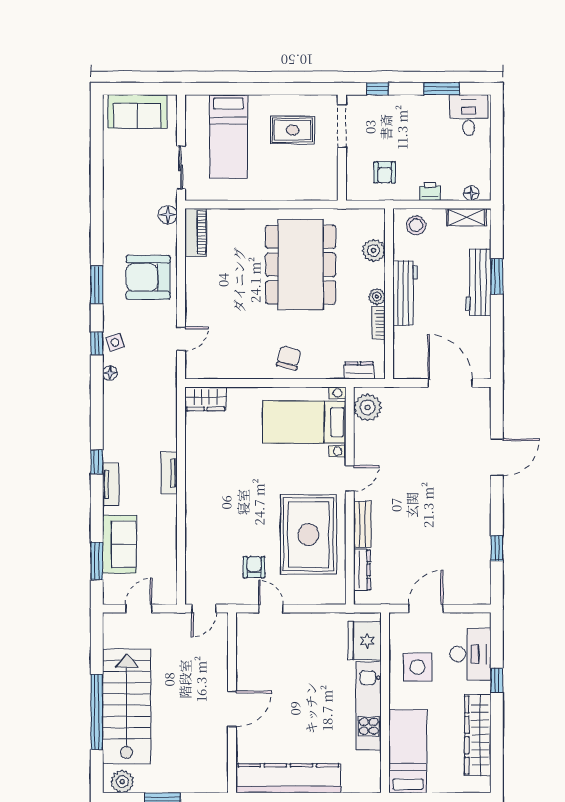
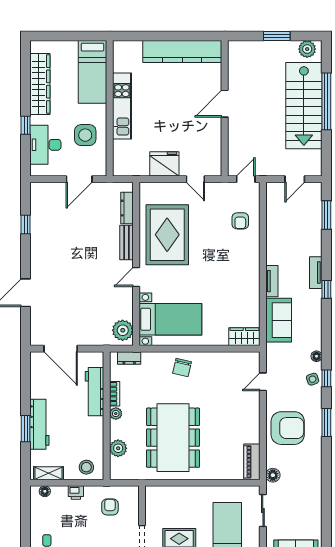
workbench: (405, 293) -> (95, 392), moved
sofa: (119, 544) -> (279, 320), moved, turned 180
armchair: (254, 567) -> (240, 221), moved
fridge: (365, 641) -> (164, 164), moved, turned -90

